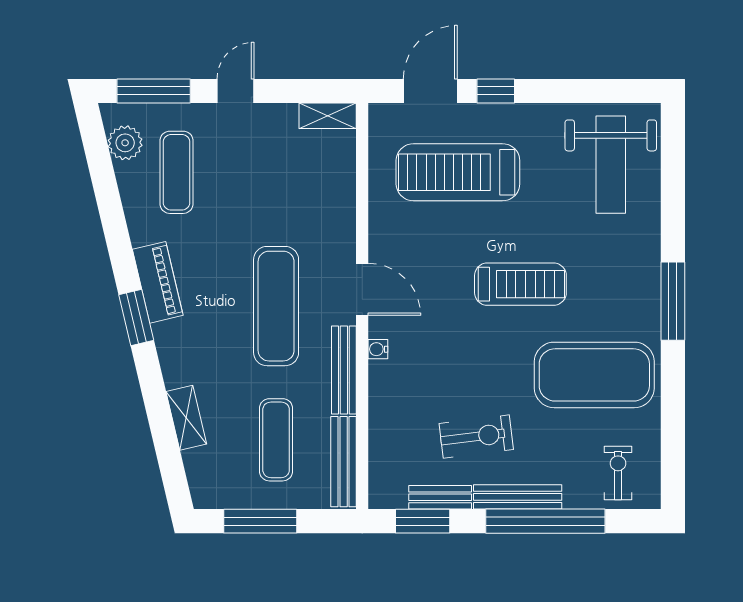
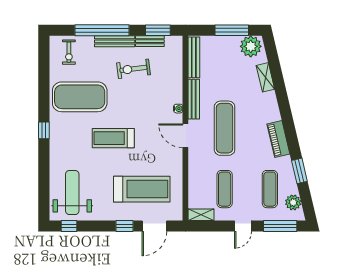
window: (618, 91) -> (69, 226), added
window: (673, 301) -> (44, 130), width x0.46
window: (136, 317) -> (299, 171), moved
exercise mat: (276, 440) -> (225, 189), moved
plant: (218, 486) -> (251, 46), added

